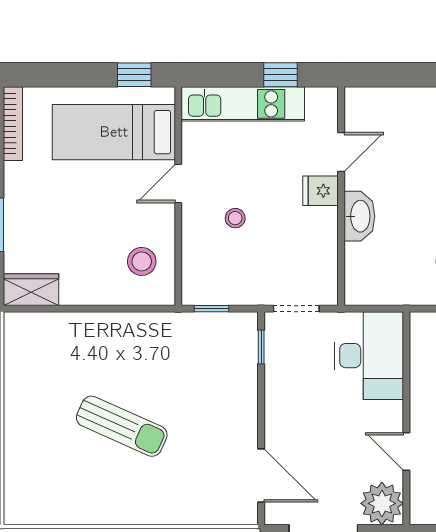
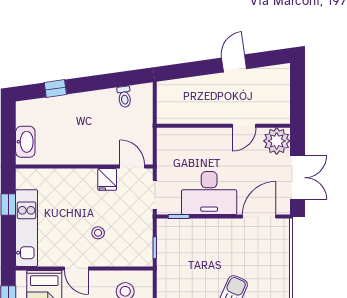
door: (341, 152) -> (132, 167), moved
fridge: (321, 191) -> (107, 179), moved
washbasin: (359, 216) -> (25, 142), moved, turned 90
desk: (369, 356) -> (209, 193), moved, turned 180

